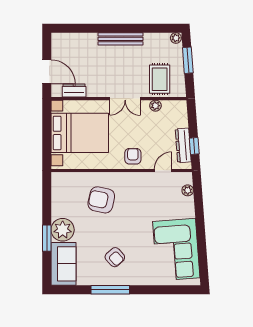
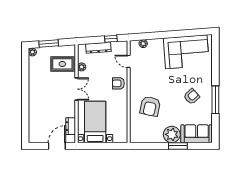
bench: (121, 39) -> (33, 92), removed
bed with nightstands: (80, 133) -> (95, 122), width x0.73
dresser: (183, 145) -> (98, 48), moved

